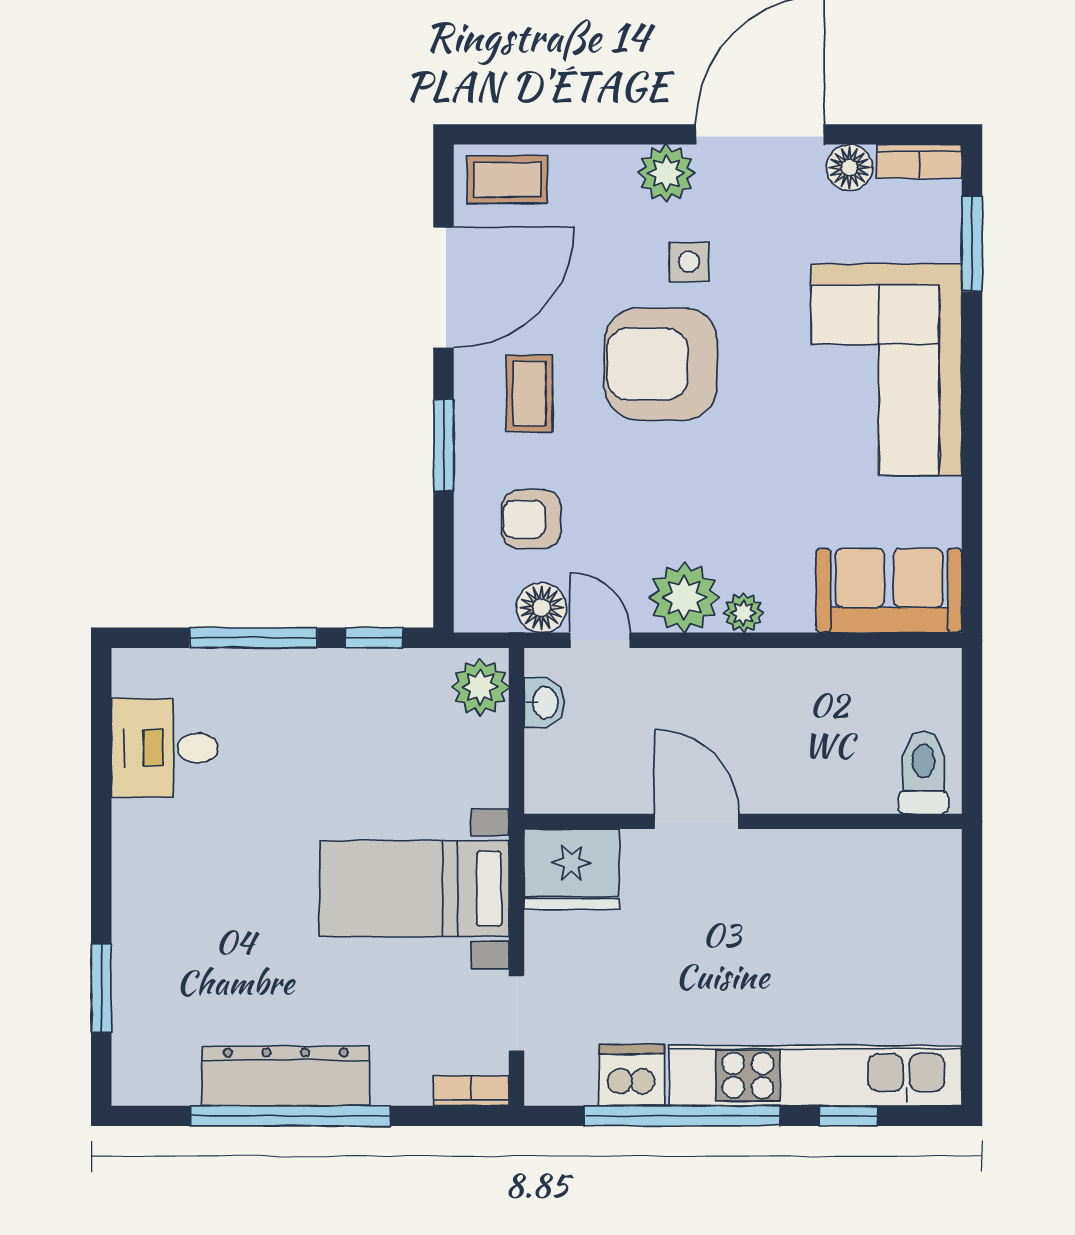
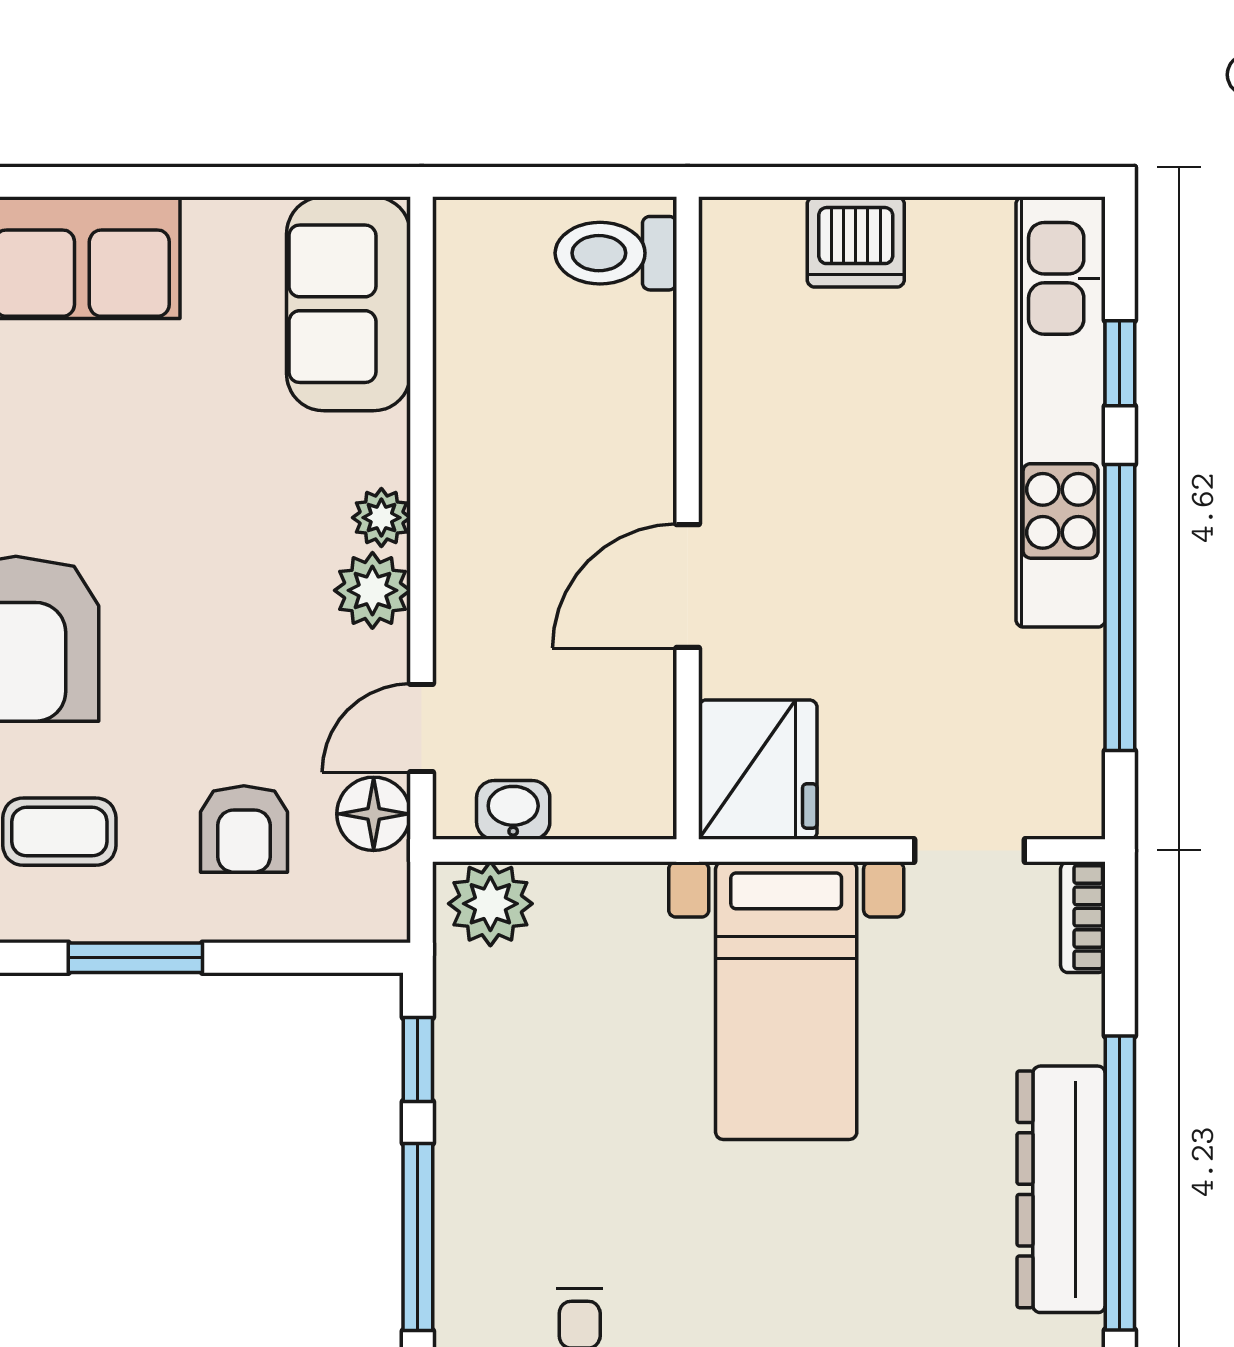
plant: (684, 597) -> (372, 590), width x0.73, depth x0.73
dishwasher: (632, 1075) -> (856, 242), moved, turned -90

